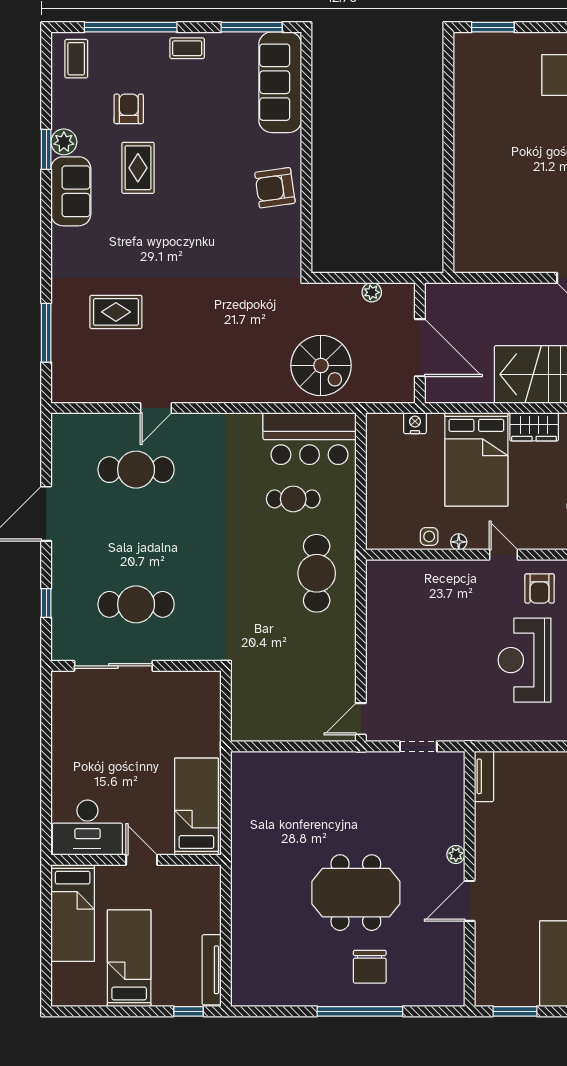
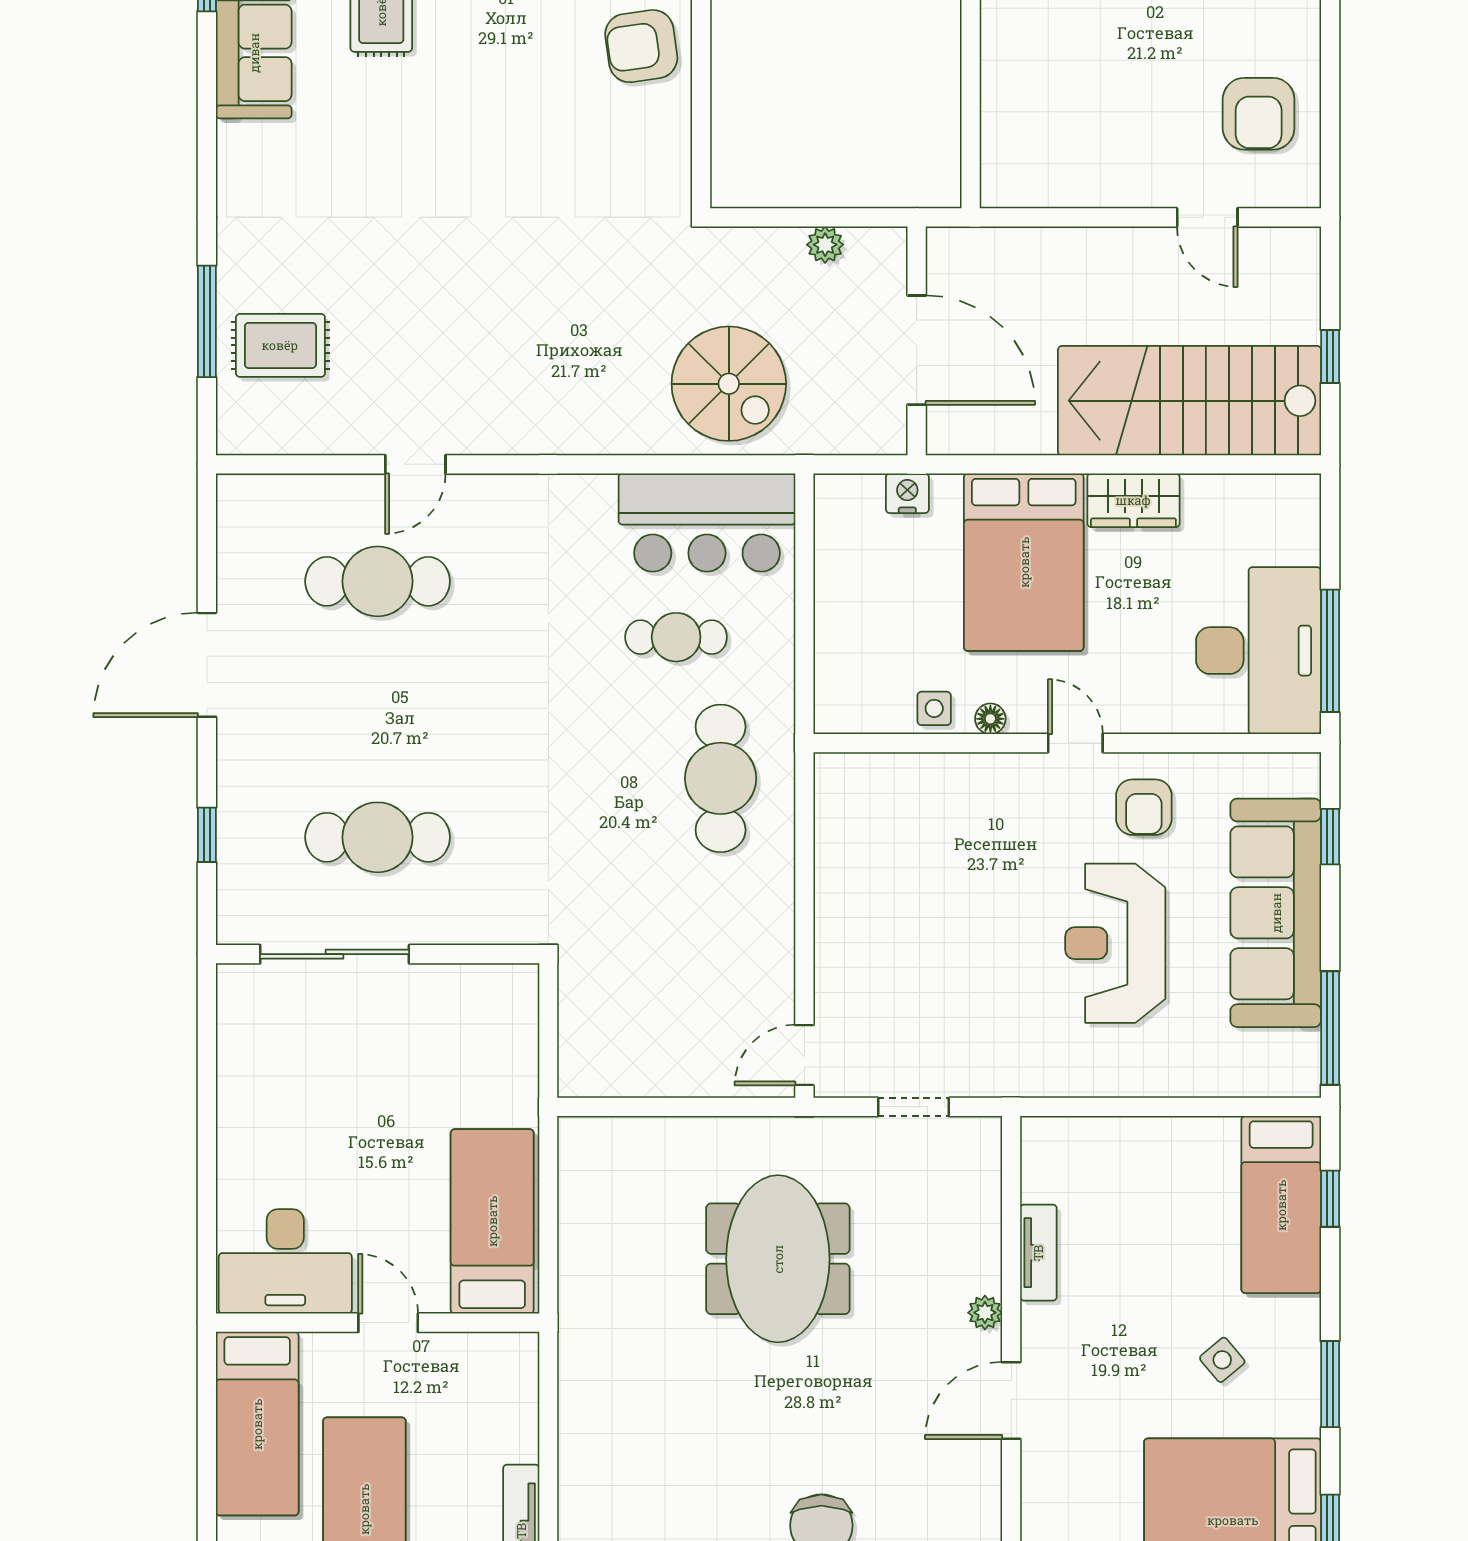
rug: (116, 312) -> (280, 345), moved
tv unit: (484, 776) -> (1038, 1253), moved
meeting table: (356, 893) -> (778, 1259), moved, turned 90

